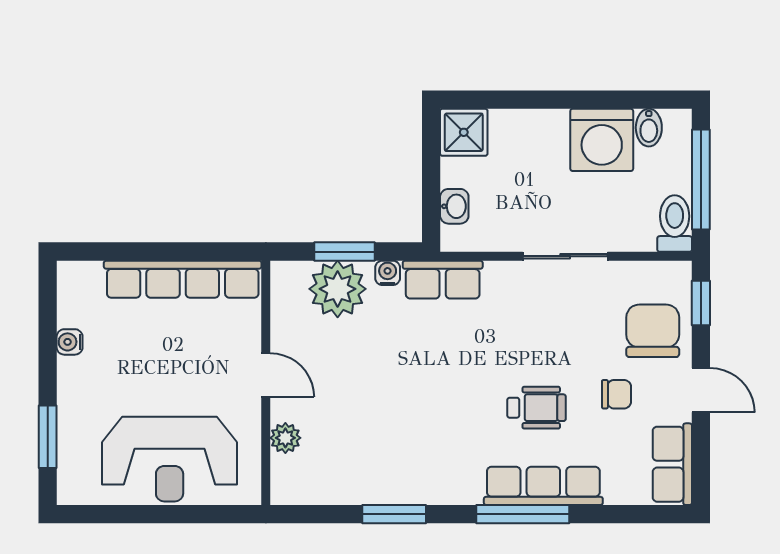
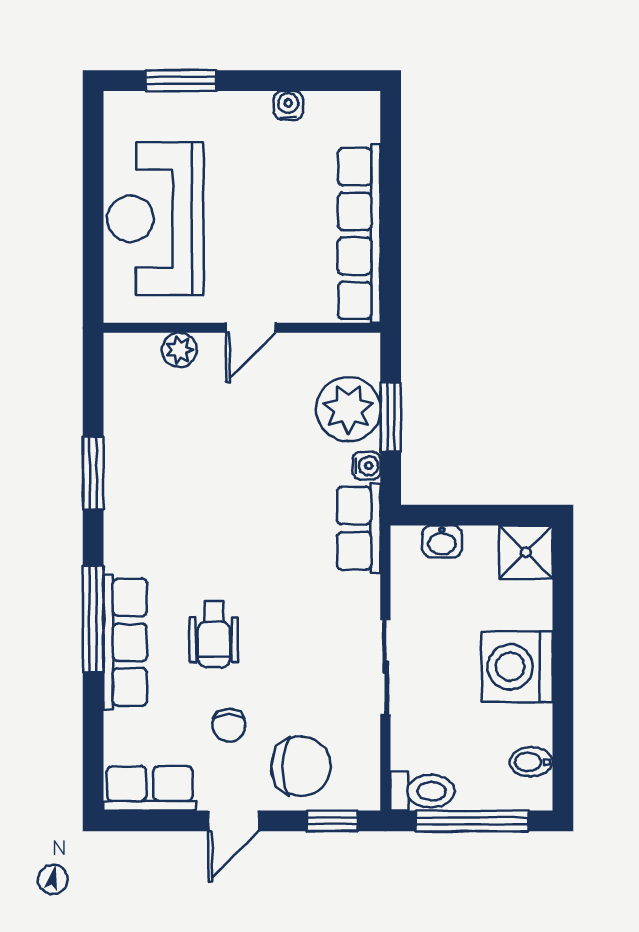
washing machine: (602, 140) -> (517, 667), moved

